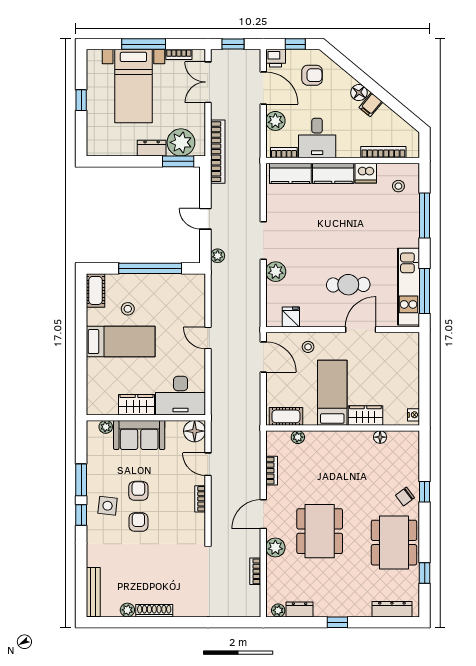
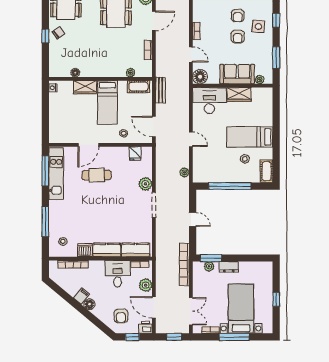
armchair: (312, 75) -> (121, 316), turned -90
plant: (181, 142) -> (209, 266), width x0.53, depth x0.53
plant: (218, 256) -> (184, 172), moved
bench: (253, 411) -> (160, 90), added
window: (81, 480) -> (276, 57), moved

